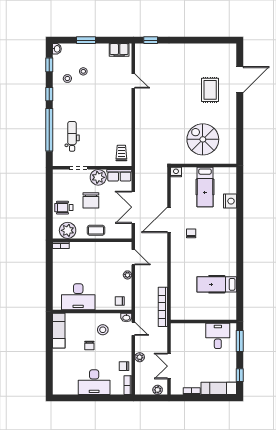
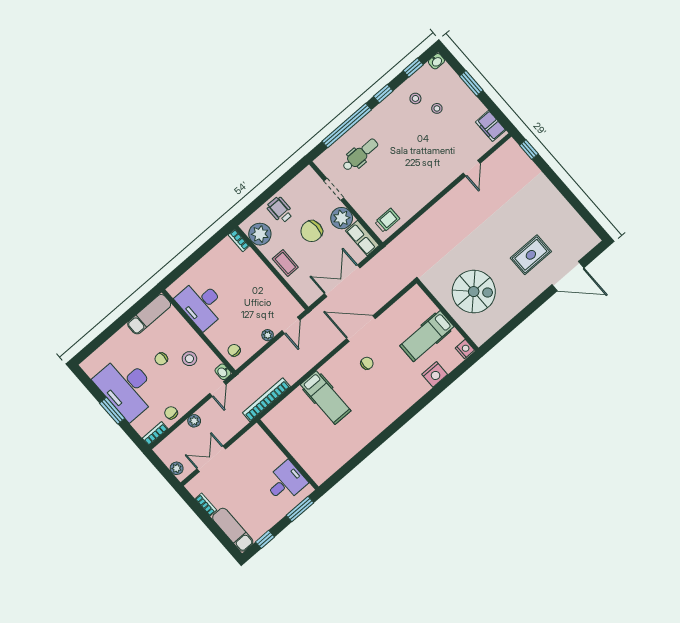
spiral stairs: (203, 139) -> (474, 292), turned 90
nightstand: (176, 172) -> (465, 349), moved
hospital bed: (217, 284) -> (326, 398), moved, turned 180
desk: (94, 382) -> (127, 387), width x1.36, depth x1.30
window: (94, 398) -> (112, 411), added

